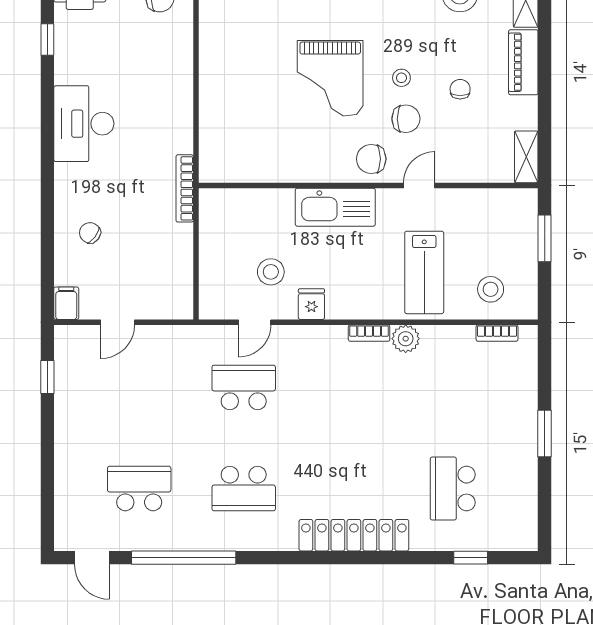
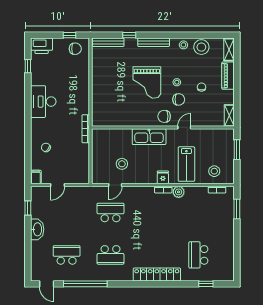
fridge: (311, 304) -> (163, 177), moved
washbasin: (69, 428) -> (37, 229), added
window: (545, 434) -> (237, 209), moved

